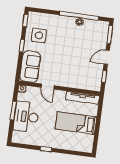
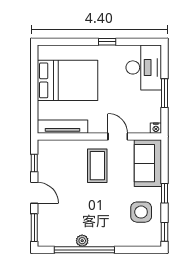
door: (107, 57) -> (34, 193), hinge flipped
coffee table: (63, 69) -> (97, 166), added
desk: (26, 117) -> (144, 67), moved
bed: (76, 123) -> (67, 80), width x1.50

